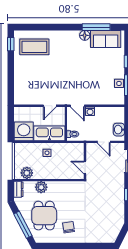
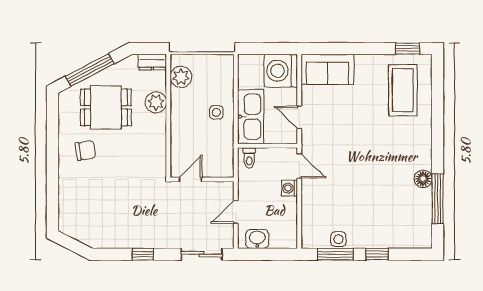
sofa: (106, 39) -> (327, 69), moved, turned -90
door: (77, 106) -> (299, 166), swing flipped
washing machine: (24, 131) -> (281, 71), moved, turned 180

